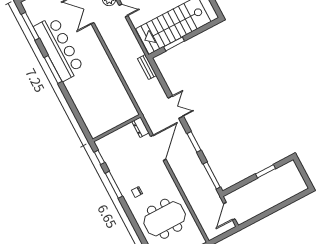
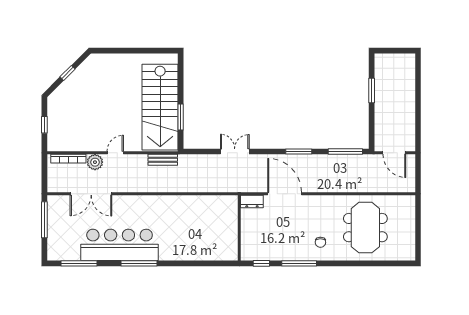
bench: (147, 67) -> (163, 160), moved
double door: (176, 107) -> (235, 151), moved

